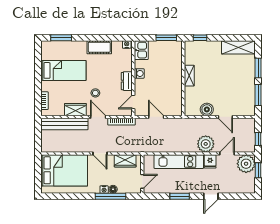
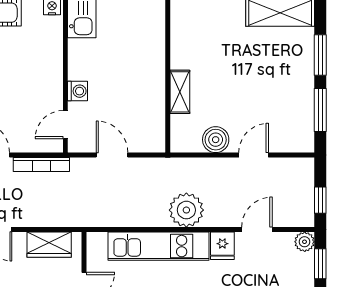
washing machine: (139, 73) -> (78, 91), moved
shelving: (189, 76) -> (180, 92), moved
dresser: (127, 81) -> (52, 82), removed
door: (225, 117) -> (254, 155), swing flipped
plant: (206, 144) -> (186, 210), moved
plant: (246, 164) -> (305, 242), width x0.53, depth x0.53

